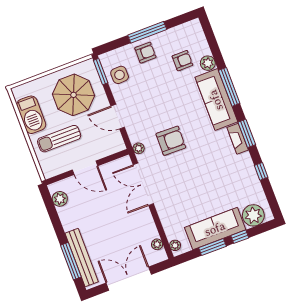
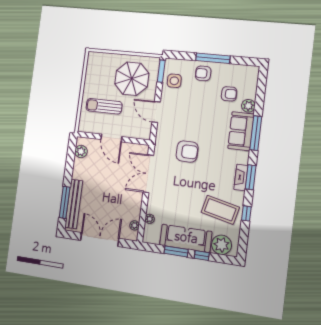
armchair: (145, 53) -> (203, 73), turned 180
sofa: (216, 100) -> (241, 131), width x0.73
barbecue: (31, 115) -> (93, 78), removed
plant: (139, 148) -> (159, 144), removed
coffee table: (234, 182) -> (220, 210), added
plant: (175, 245) -> (150, 219), moved

